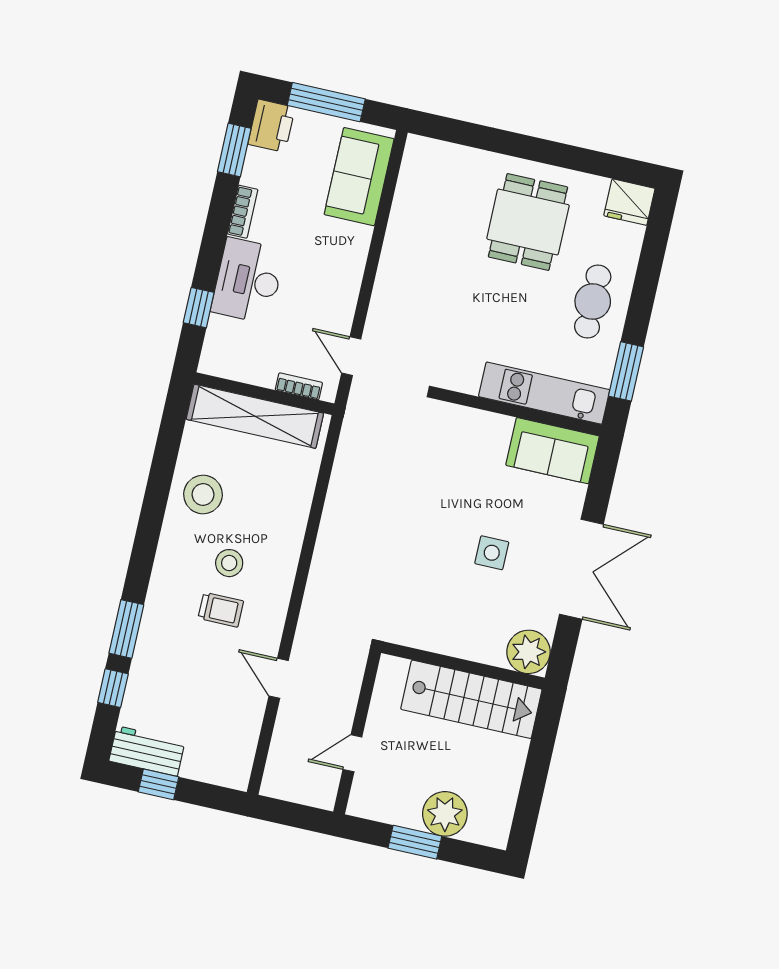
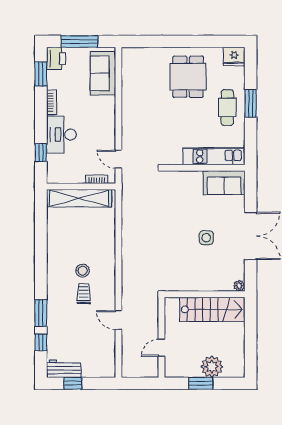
window: (626, 371) -> (251, 103), moved
stool: (203, 494) -> (63, 241), removed
trolley: (221, 610) -> (84, 294), turned -90
plant: (528, 652) -> (239, 286), width x0.53, depth x0.53

